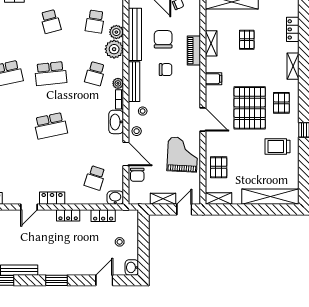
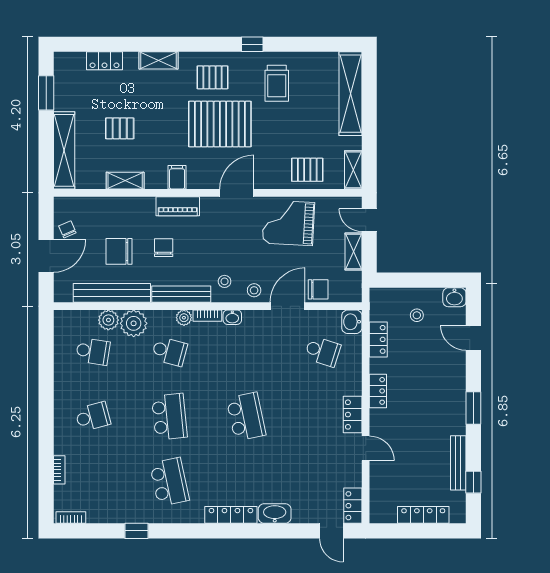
piano: (194, 51) -> (178, 206), moved
washbasin: (116, 122) -> (232, 317), width x0.52, depth x0.69

